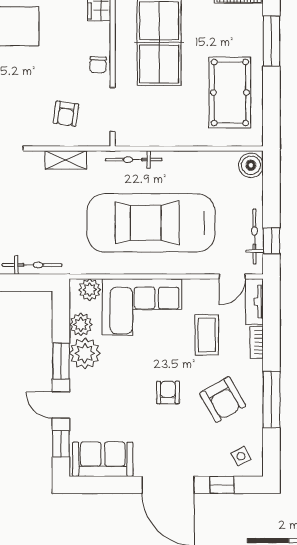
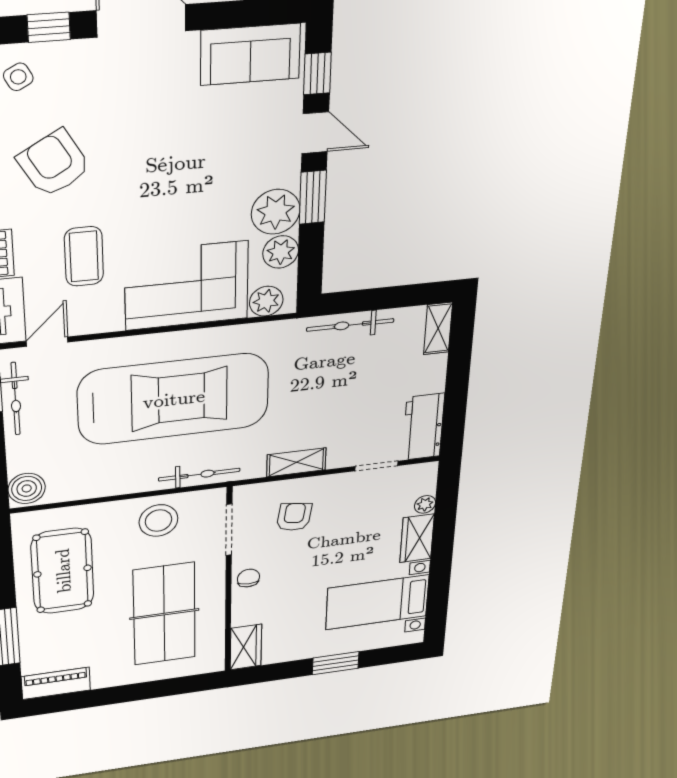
stool: (162, 125) -> (159, 521), added
armchair: (168, 392) -> (144, 166), removed

